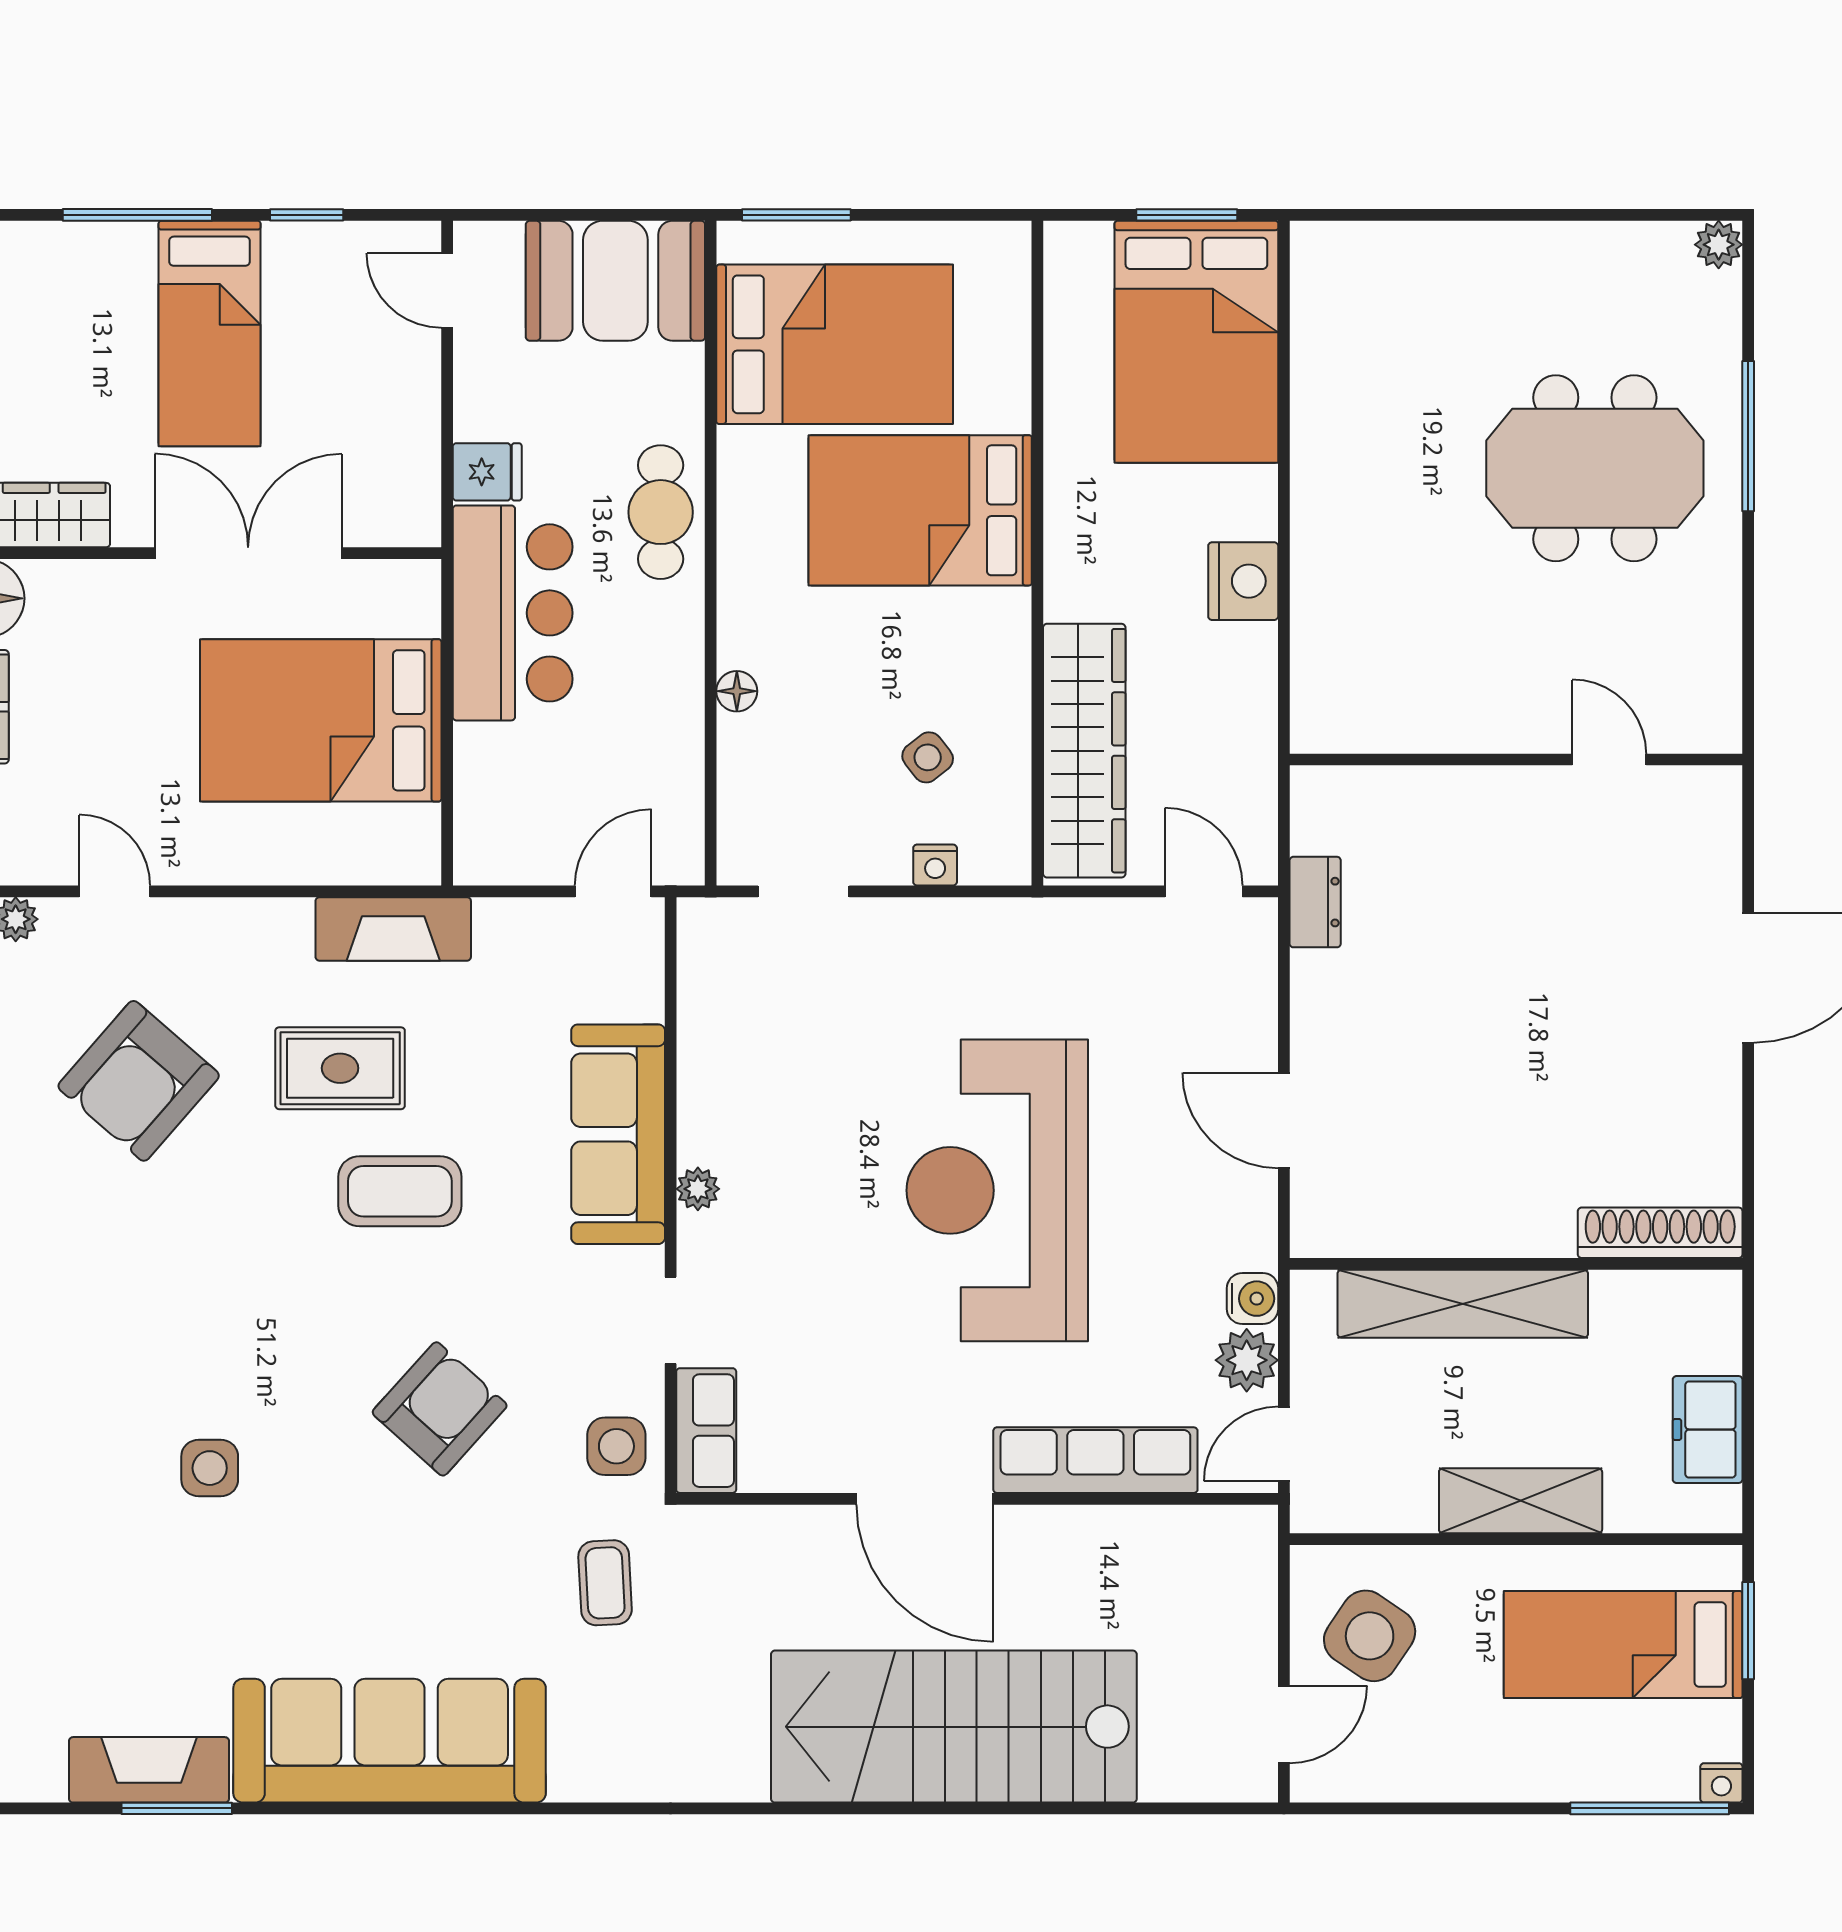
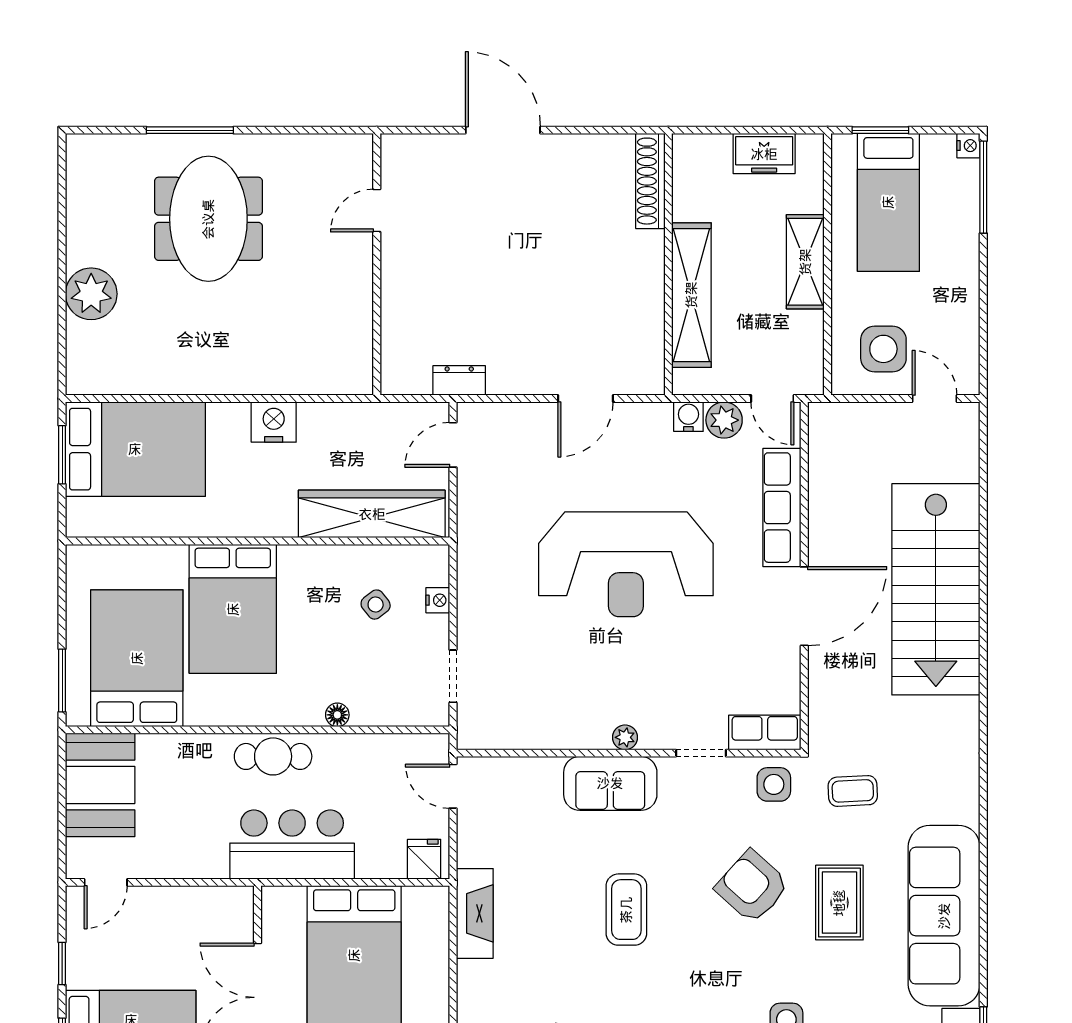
plant: (1719, 245) -> (91, 294), moved, width x1.88, depth x1.88
fridge: (487, 472) -> (424, 859), moved
cafe table: (661, 512) -> (273, 756), moved
rug: (340, 1068) -> (839, 903), moved
sofa: (618, 1134) -> (610, 783), width x0.73
side table: (1370, 1636) -> (883, 349), turned -34

